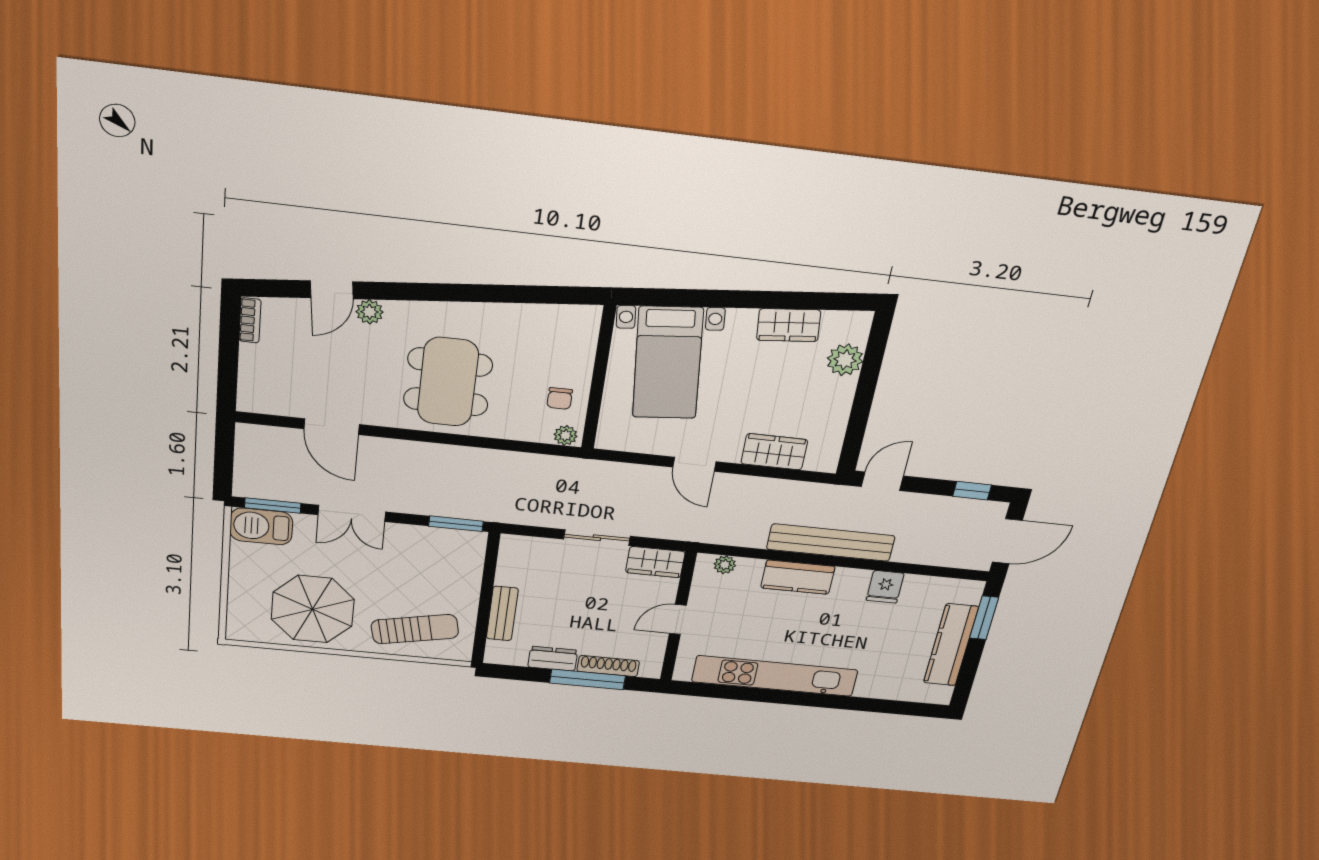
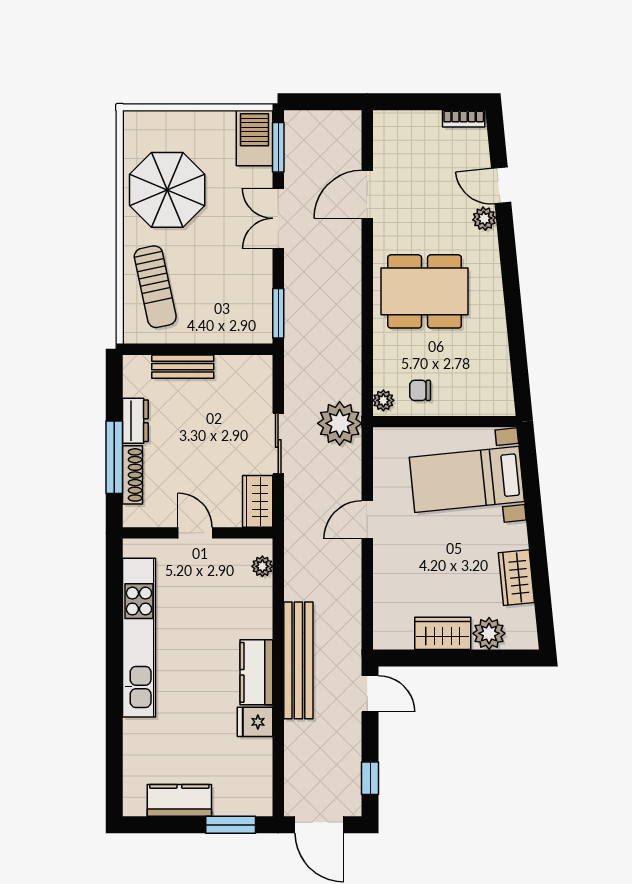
wardrobe: (774, 452) -> (443, 633), moved, turned -90
plant: (584, 479) -> (340, 423), added
kitchen counter: (798, 577) -> (256, 672), moved
kitchen counter: (951, 645) -> (179, 800), width x0.67

